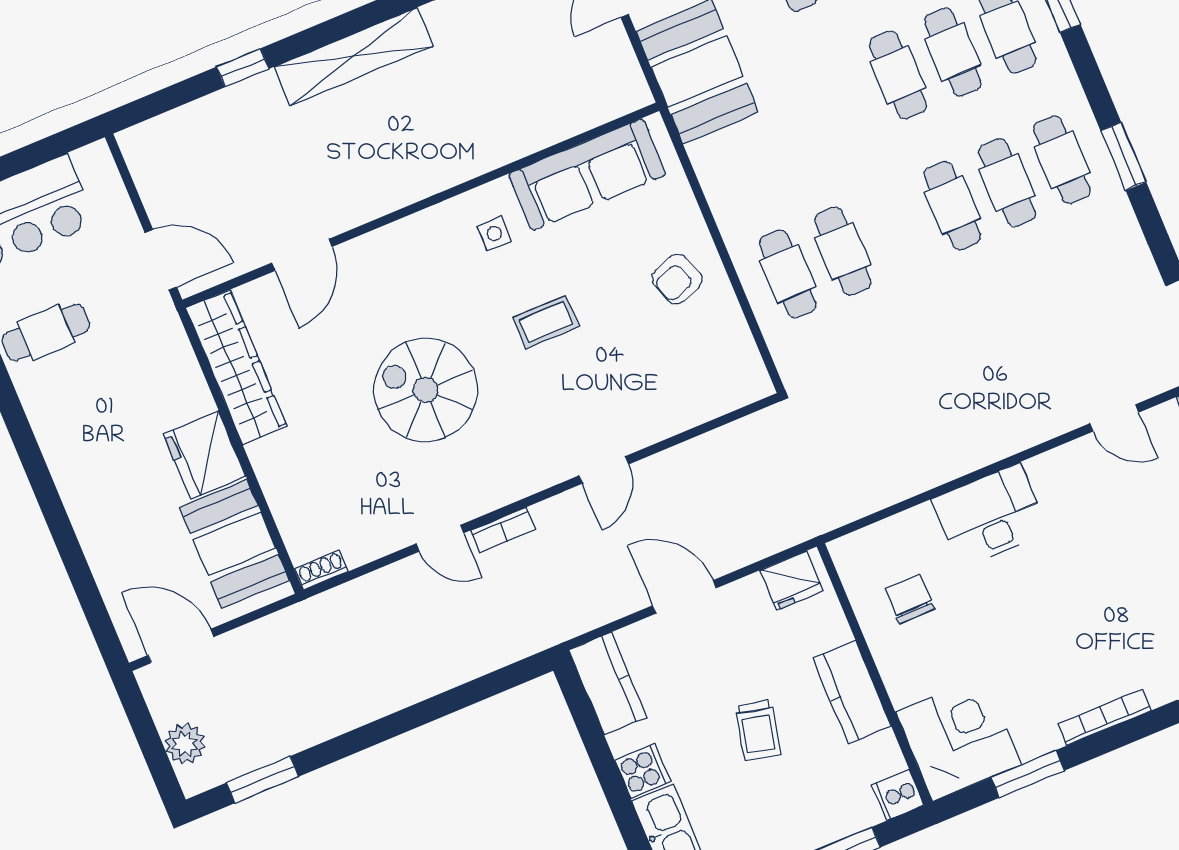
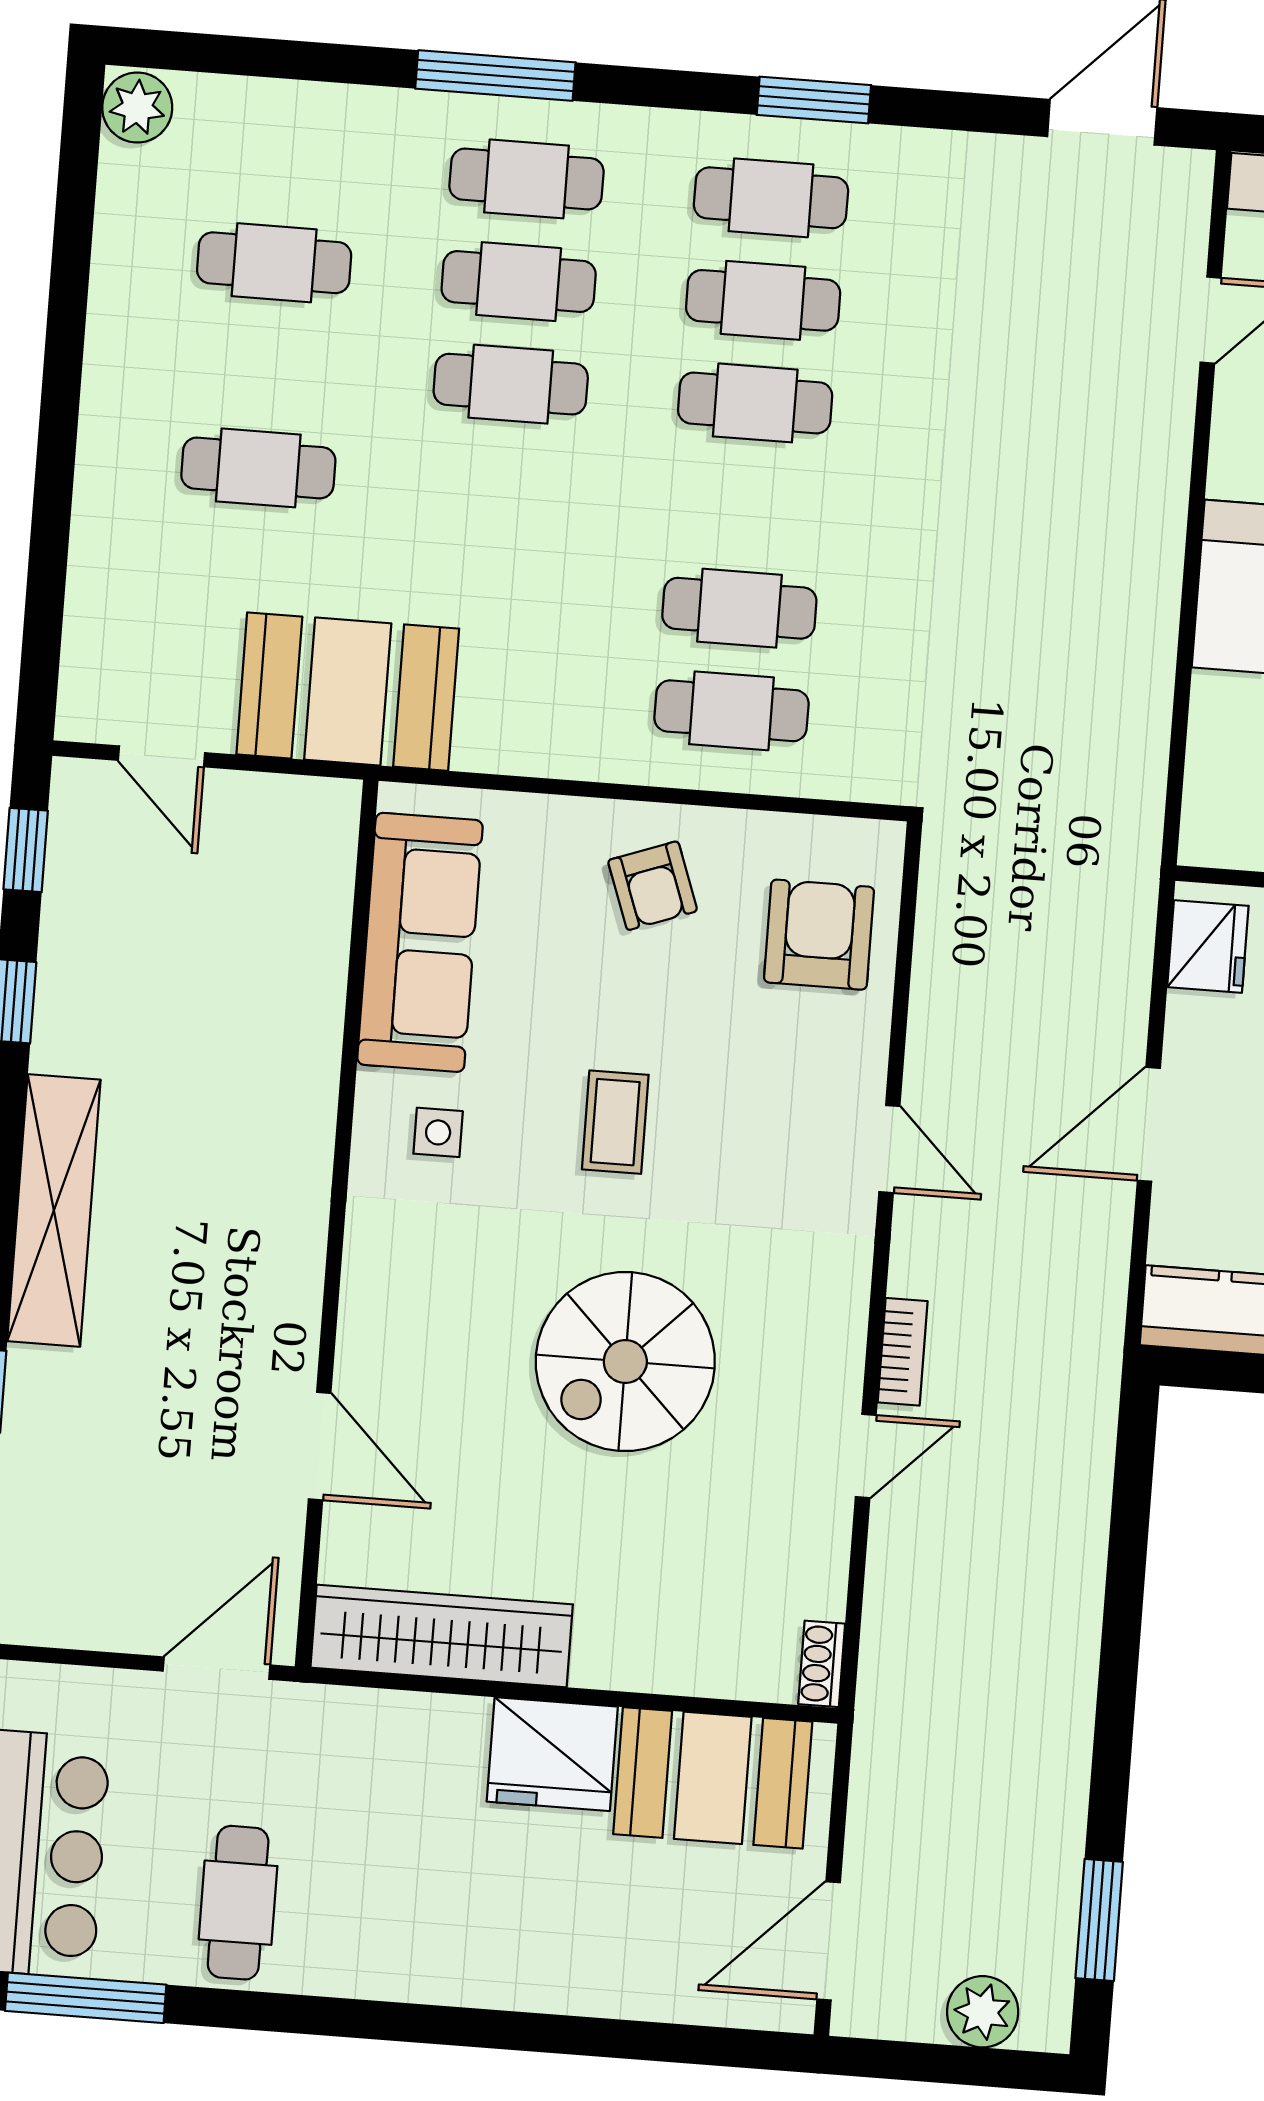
armchair: (696, 378) -> (819, 935), added

